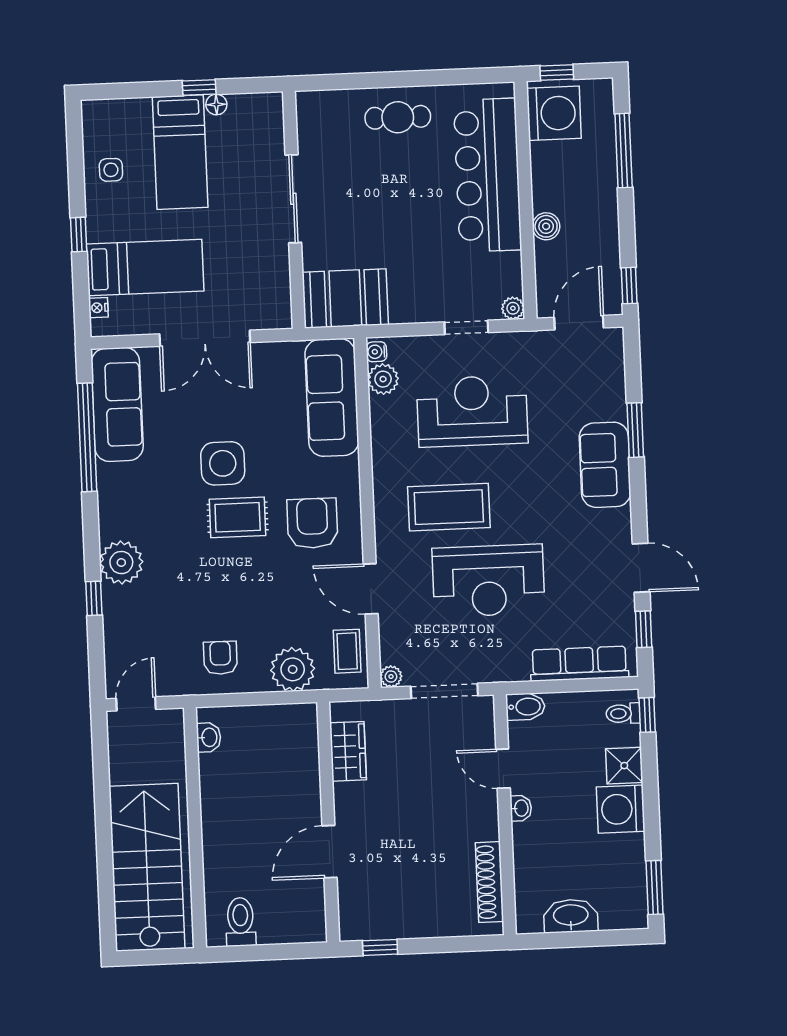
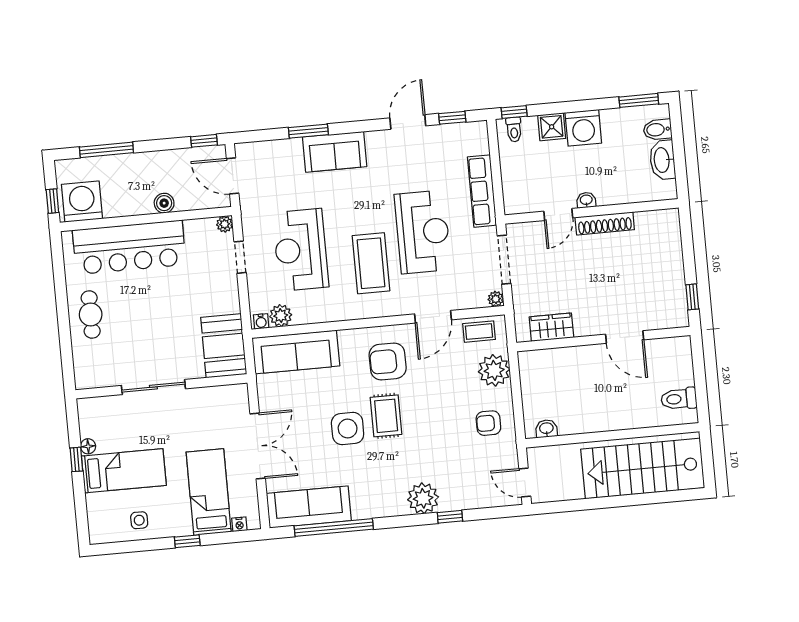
row of seats: (579, 664) -> (482, 191), moved
bidet: (525, 707) -> (657, 130), moved, turned -90
shoe rack: (489, 882) -> (605, 223), moved

